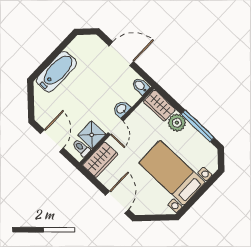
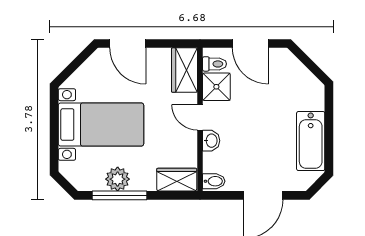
bathtub: (56, 72) -> (311, 141), moved
plant: (177, 123) -> (118, 179), moved

